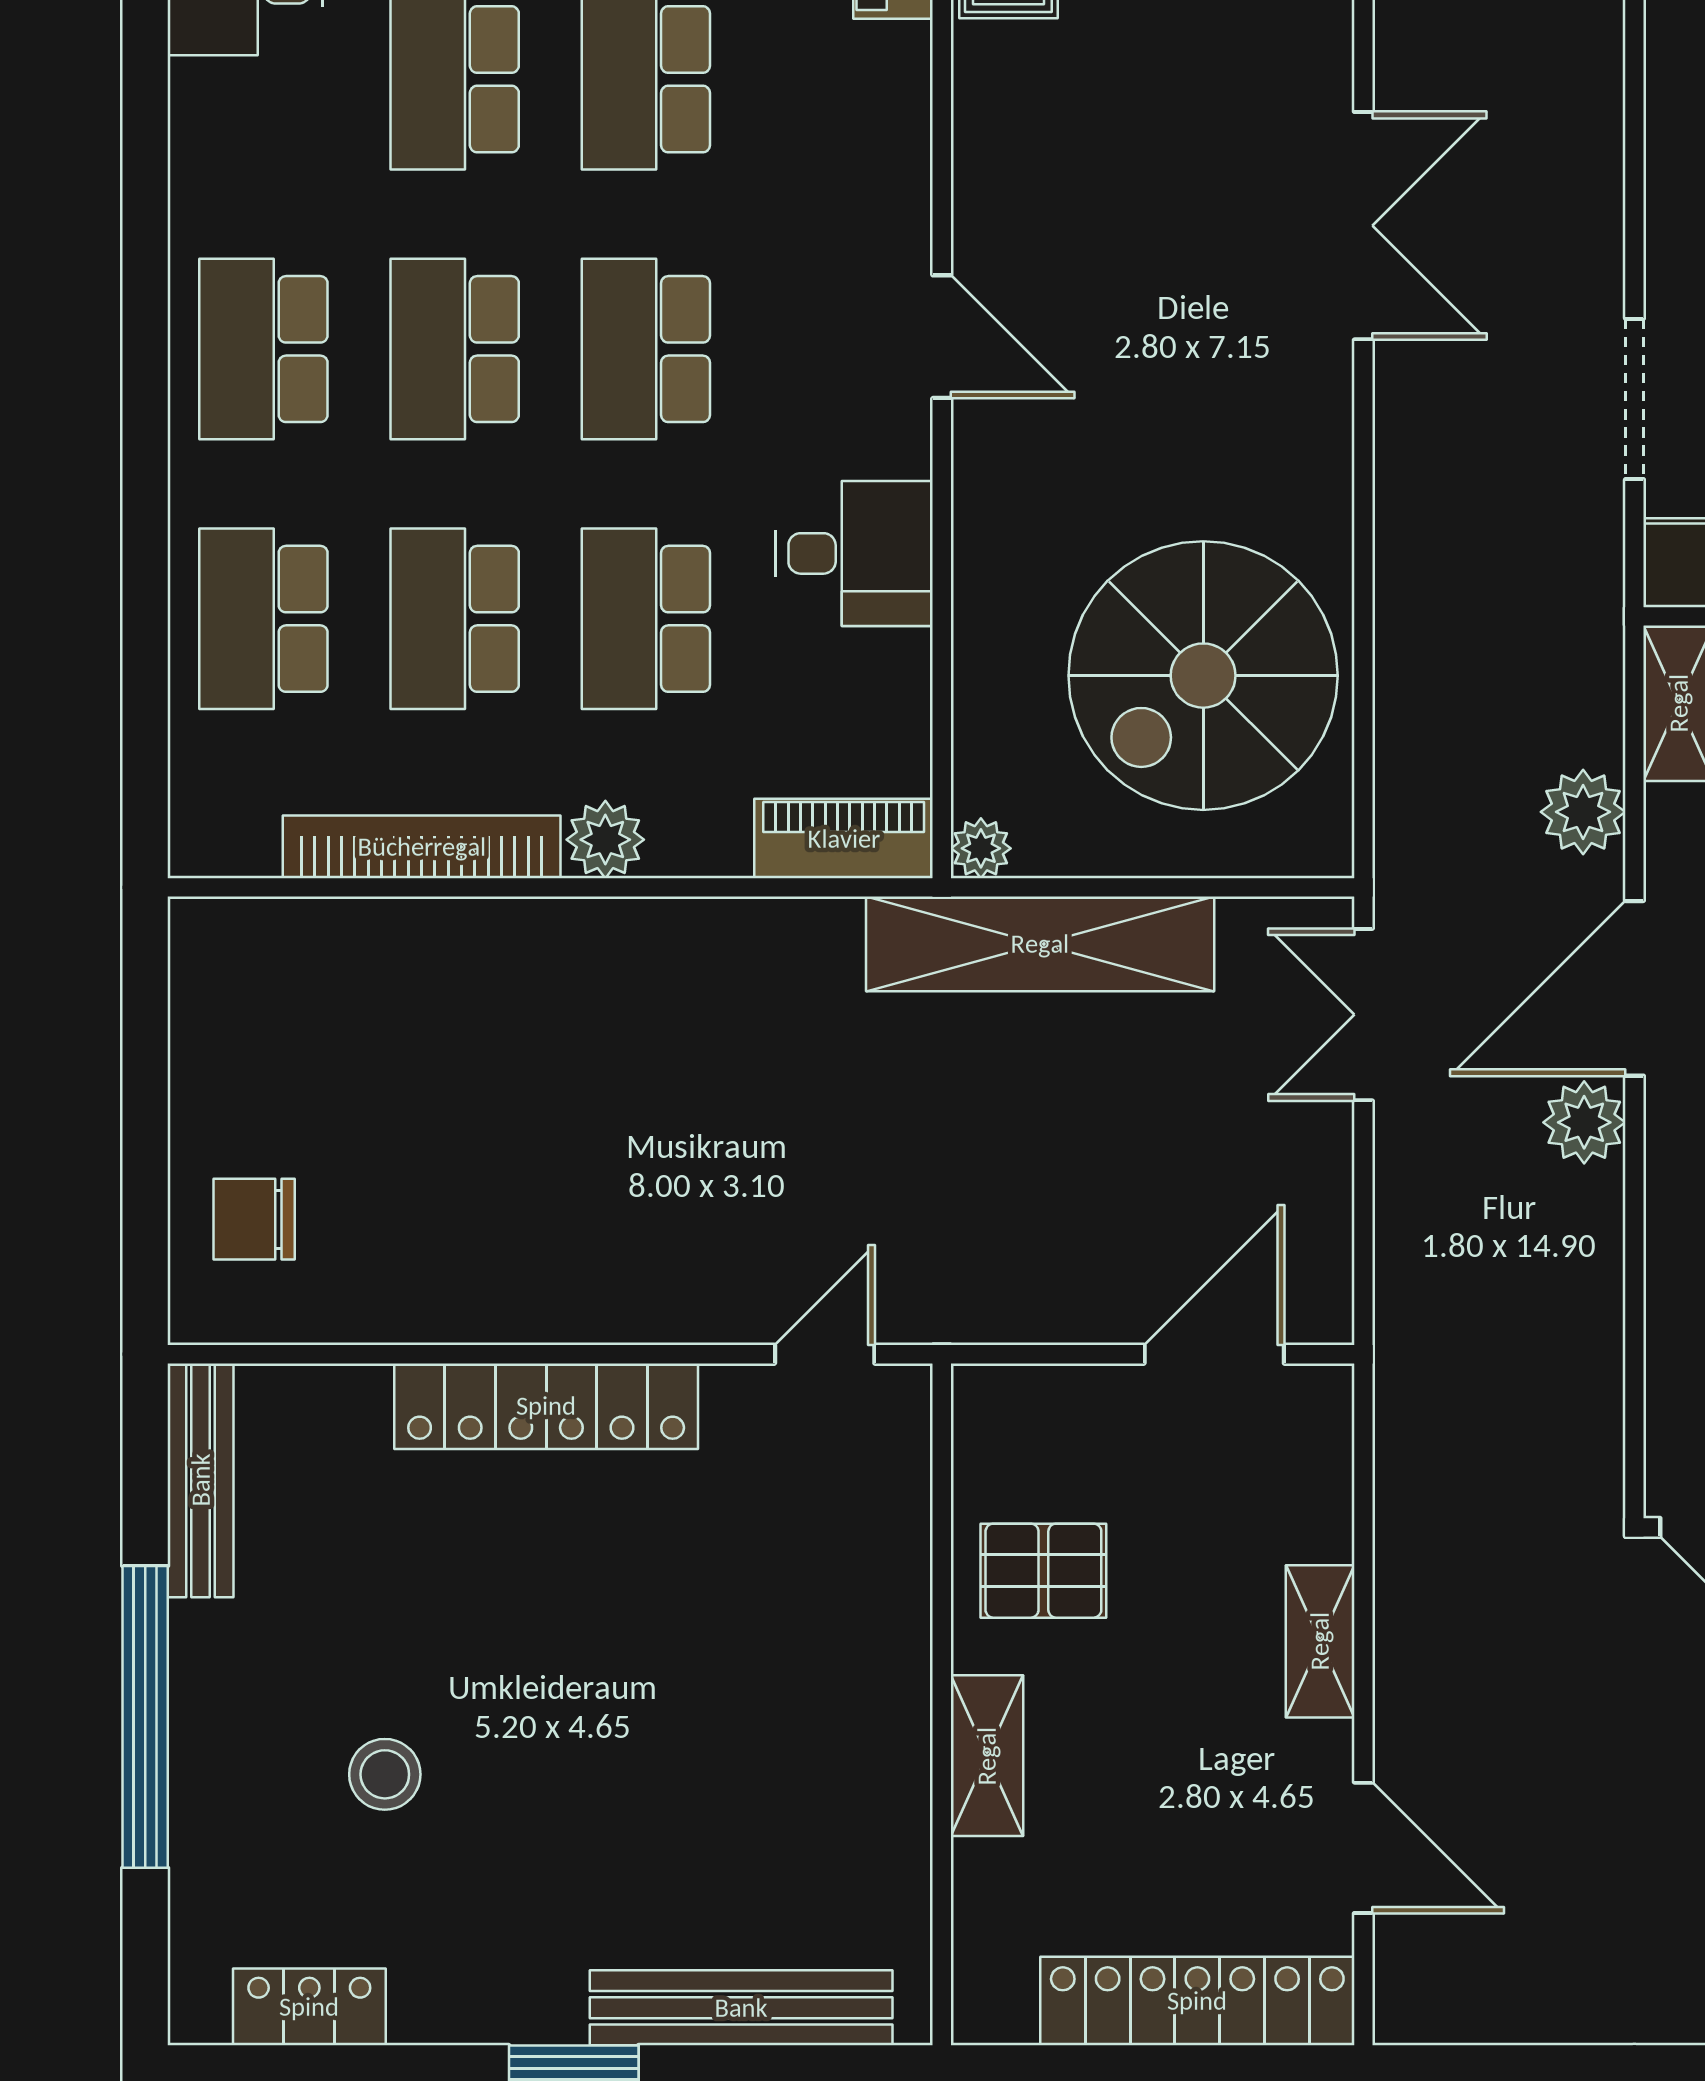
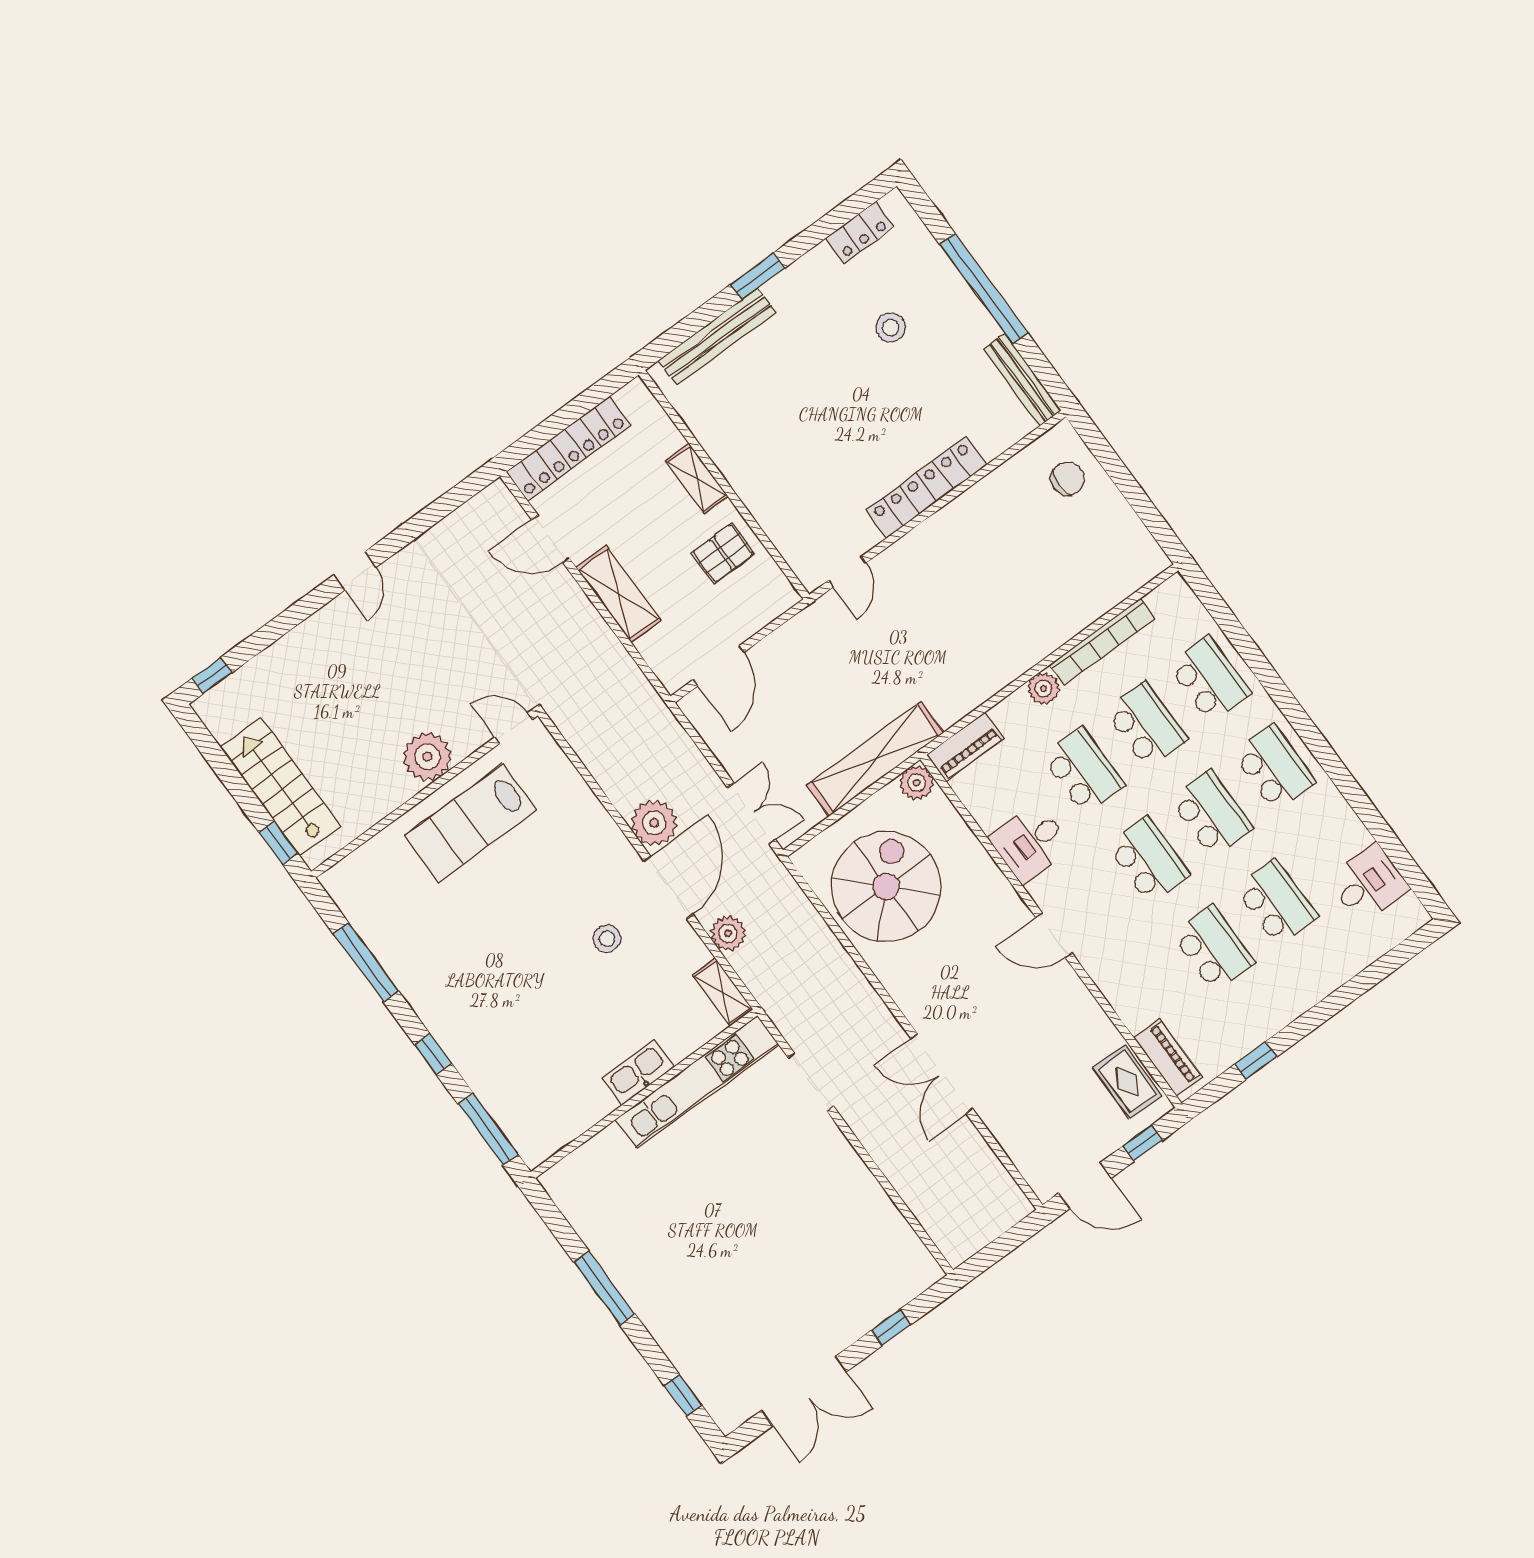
plant: (981, 848) -> (917, 783), width x1.38, depth x1.38
plant: (1584, 1122) -> (654, 823), width x1.36, depth x1.36
shelving: (1320, 1641) -> (618, 594), width x1.50, depth x1.33

